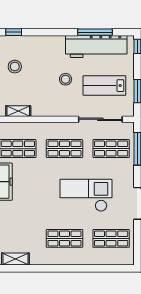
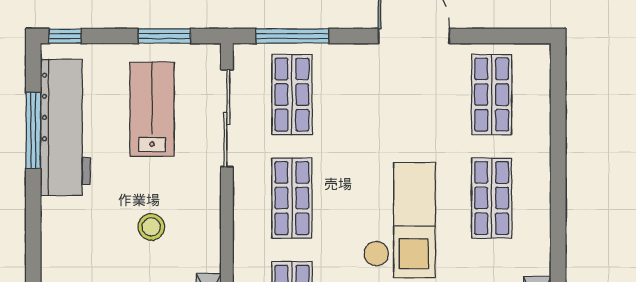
stool: (66, 79) -> (151, 227), moved
lab bench: (104, 86) -> (152, 109), turned 180
checkout: (86, 195) -> (399, 220), moved, turned 180

